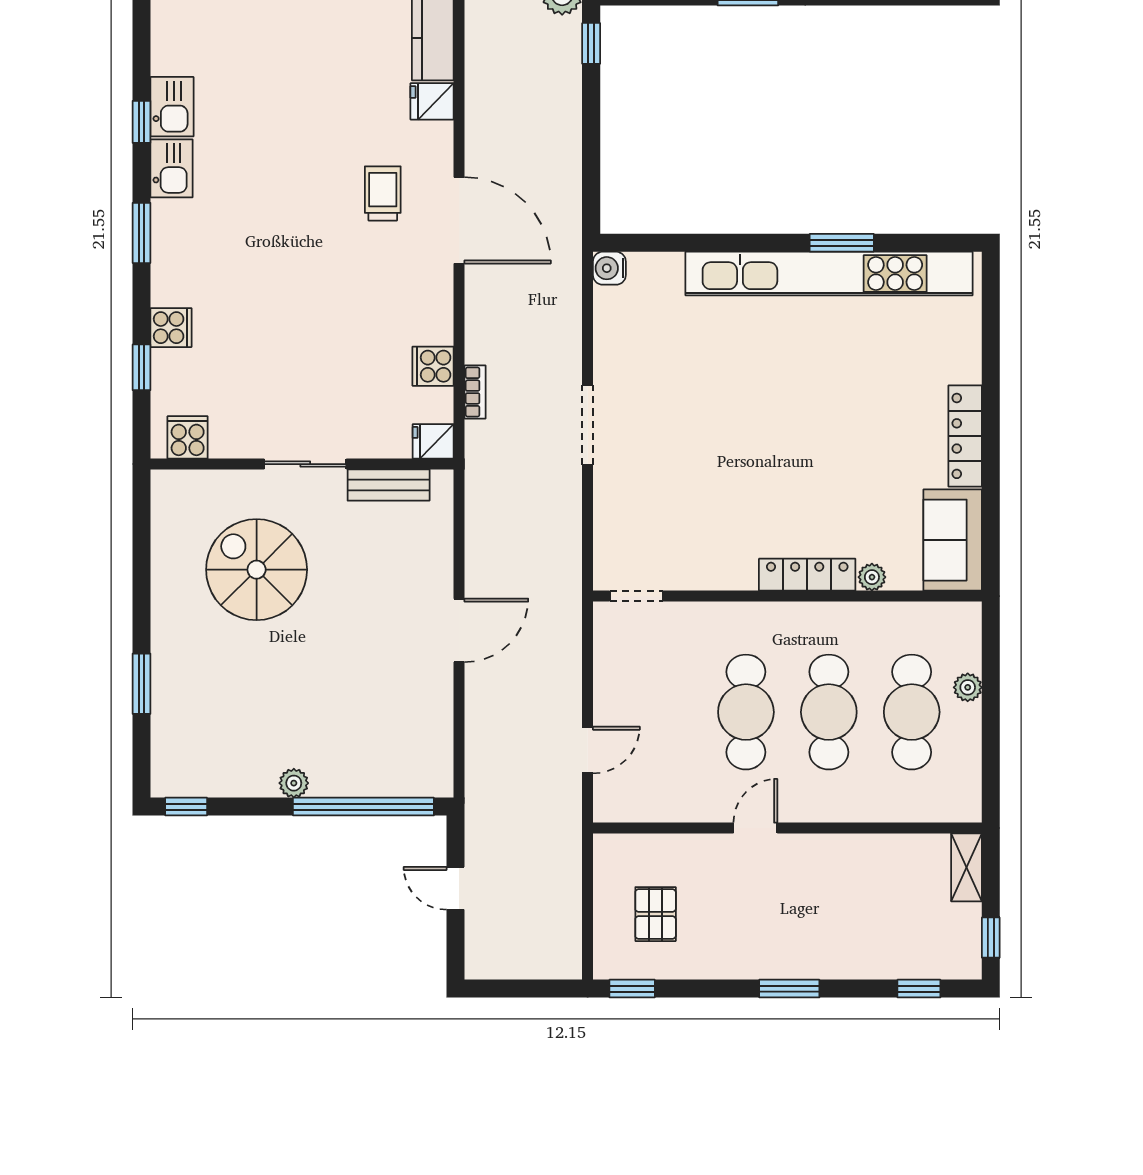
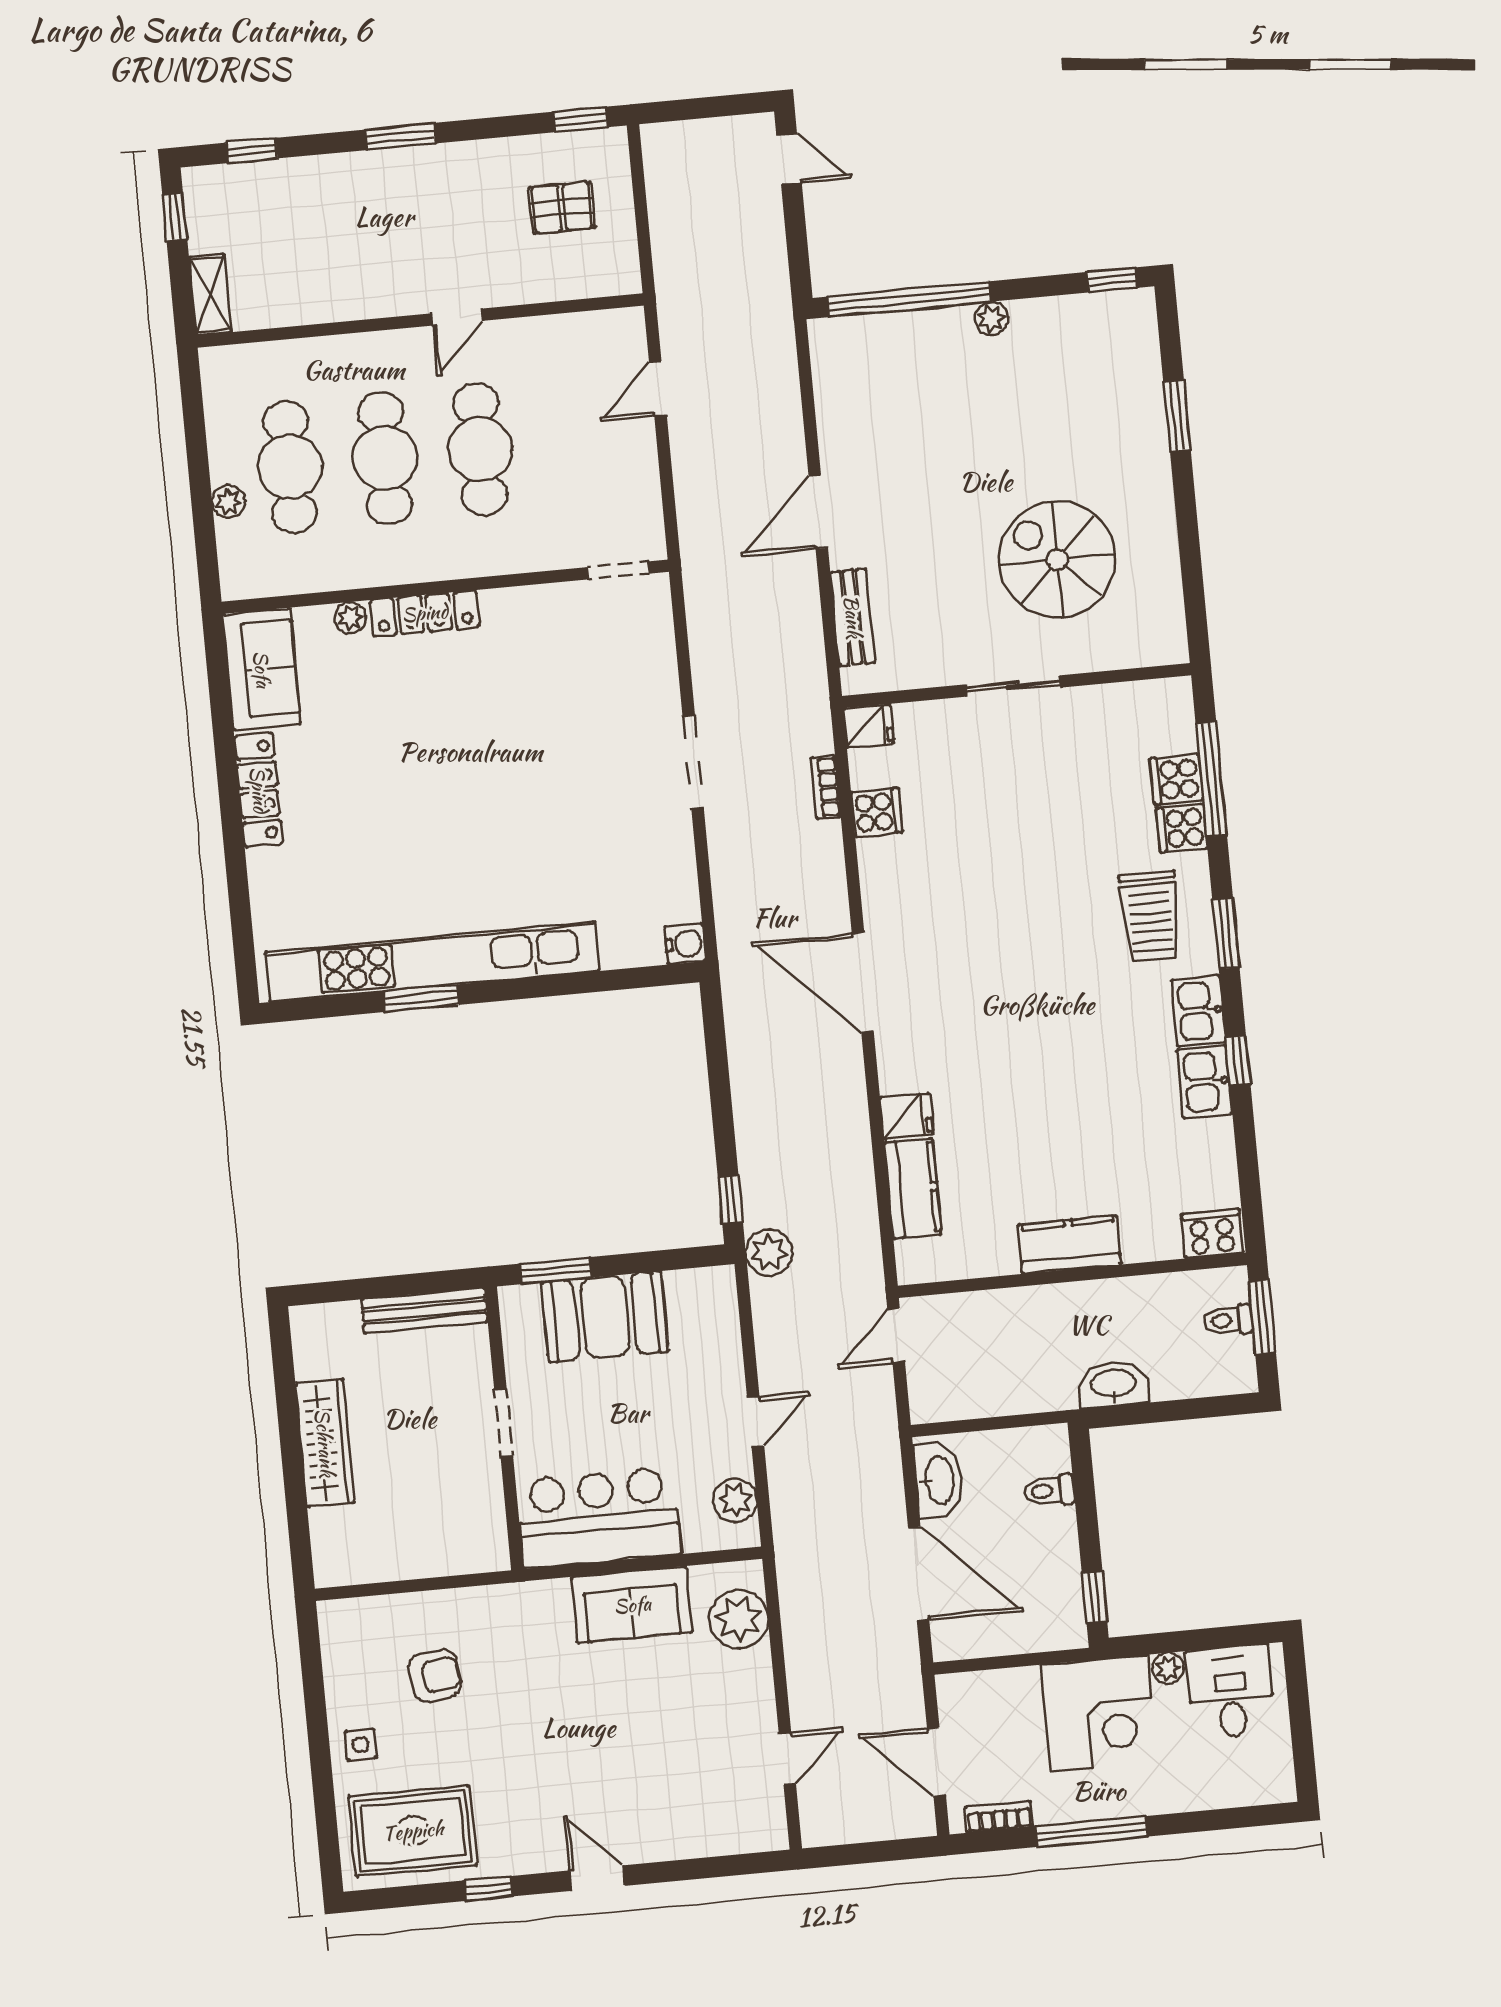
trolley: (383, 193) -> (1150, 916), moved, width x1.36, depth x1.39
window: (142, 367) -> (1211, 779), width x2.17
cooker: (188, 437) -> (1176, 779), moved, turned 90
bench: (389, 485) -> (853, 617), moved, turned 90
spiral stairs: (257, 570) -> (1057, 560), turned 180
door: (456, 888) -> (789, 159), moved
pallet: (656, 914) -> (562, 208), turned 90

